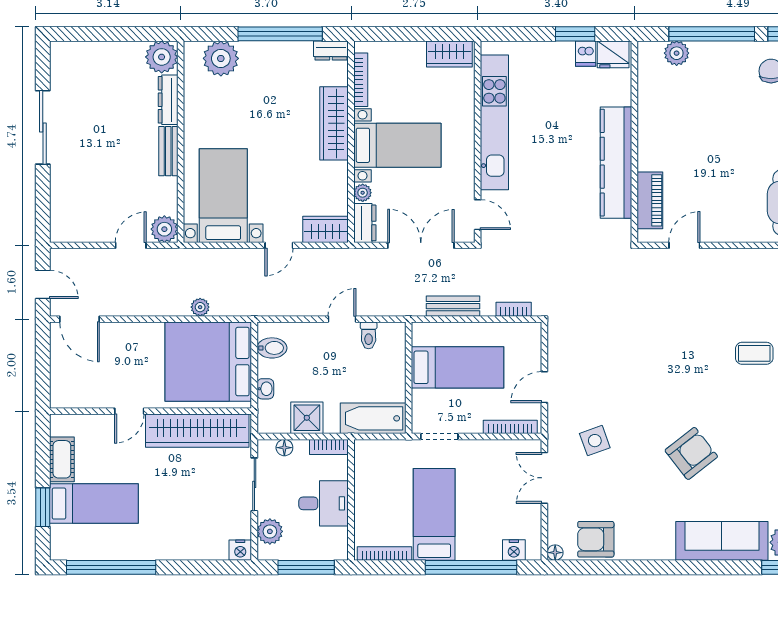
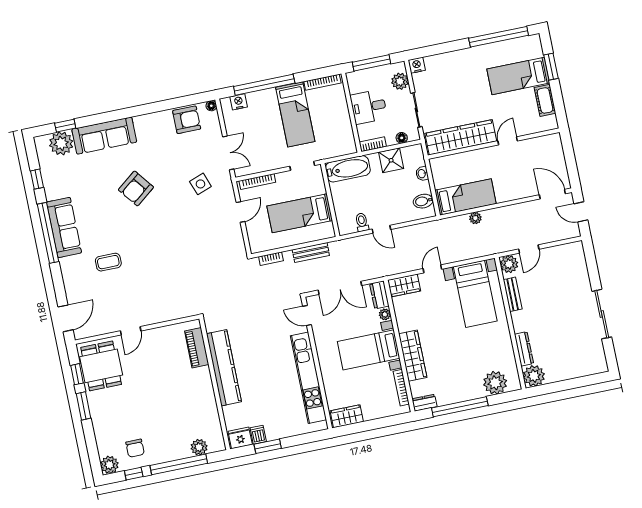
bench: (168, 151) -> (513, 294), moved
door: (684, 245) -> (131, 331), moved
door: (342, 319) -> (381, 229), hinge flipped
bed: (208, 362) -> (465, 197), width x0.49

